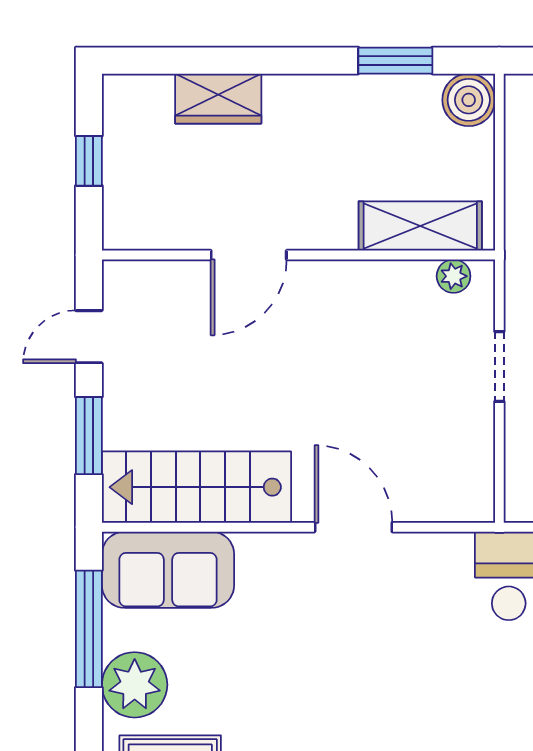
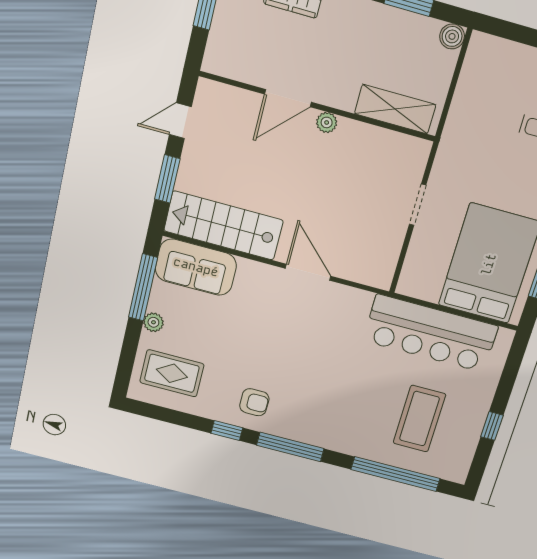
boiler: (469, 100) -> (452, 36), width x0.73, depth x0.73
plant: (454, 276) -> (327, 122), moved
plant: (135, 685) -> (153, 322), width x0.53, depth x0.53

